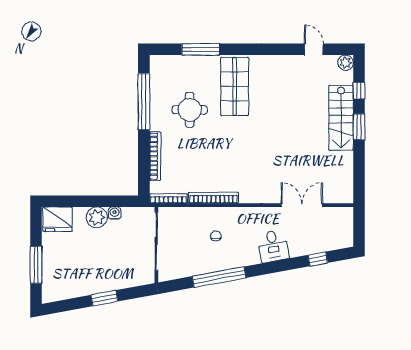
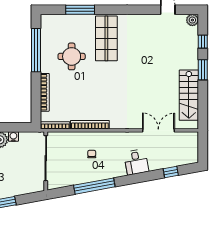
stairs: (341, 118) -> (189, 95), moved

